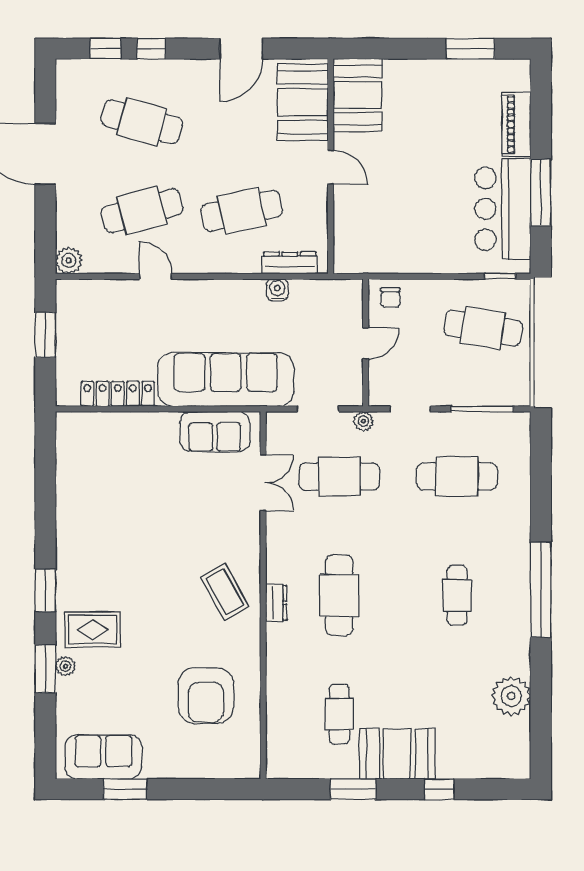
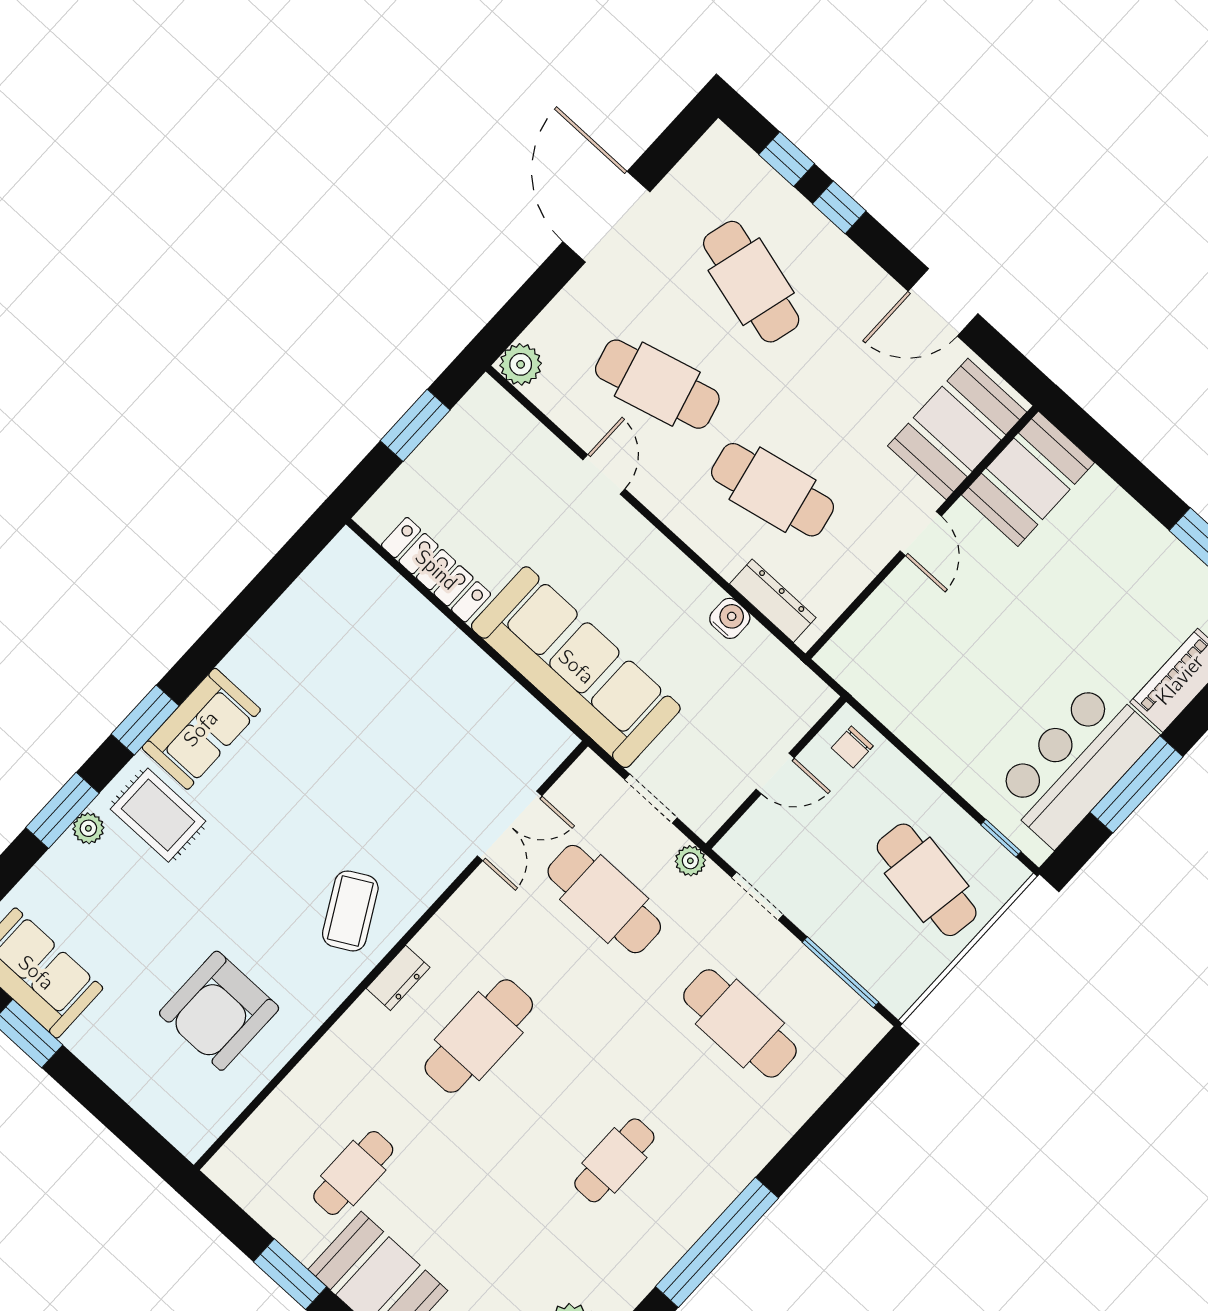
sofa: (215, 432) -> (201, 729), moved, turned -90

